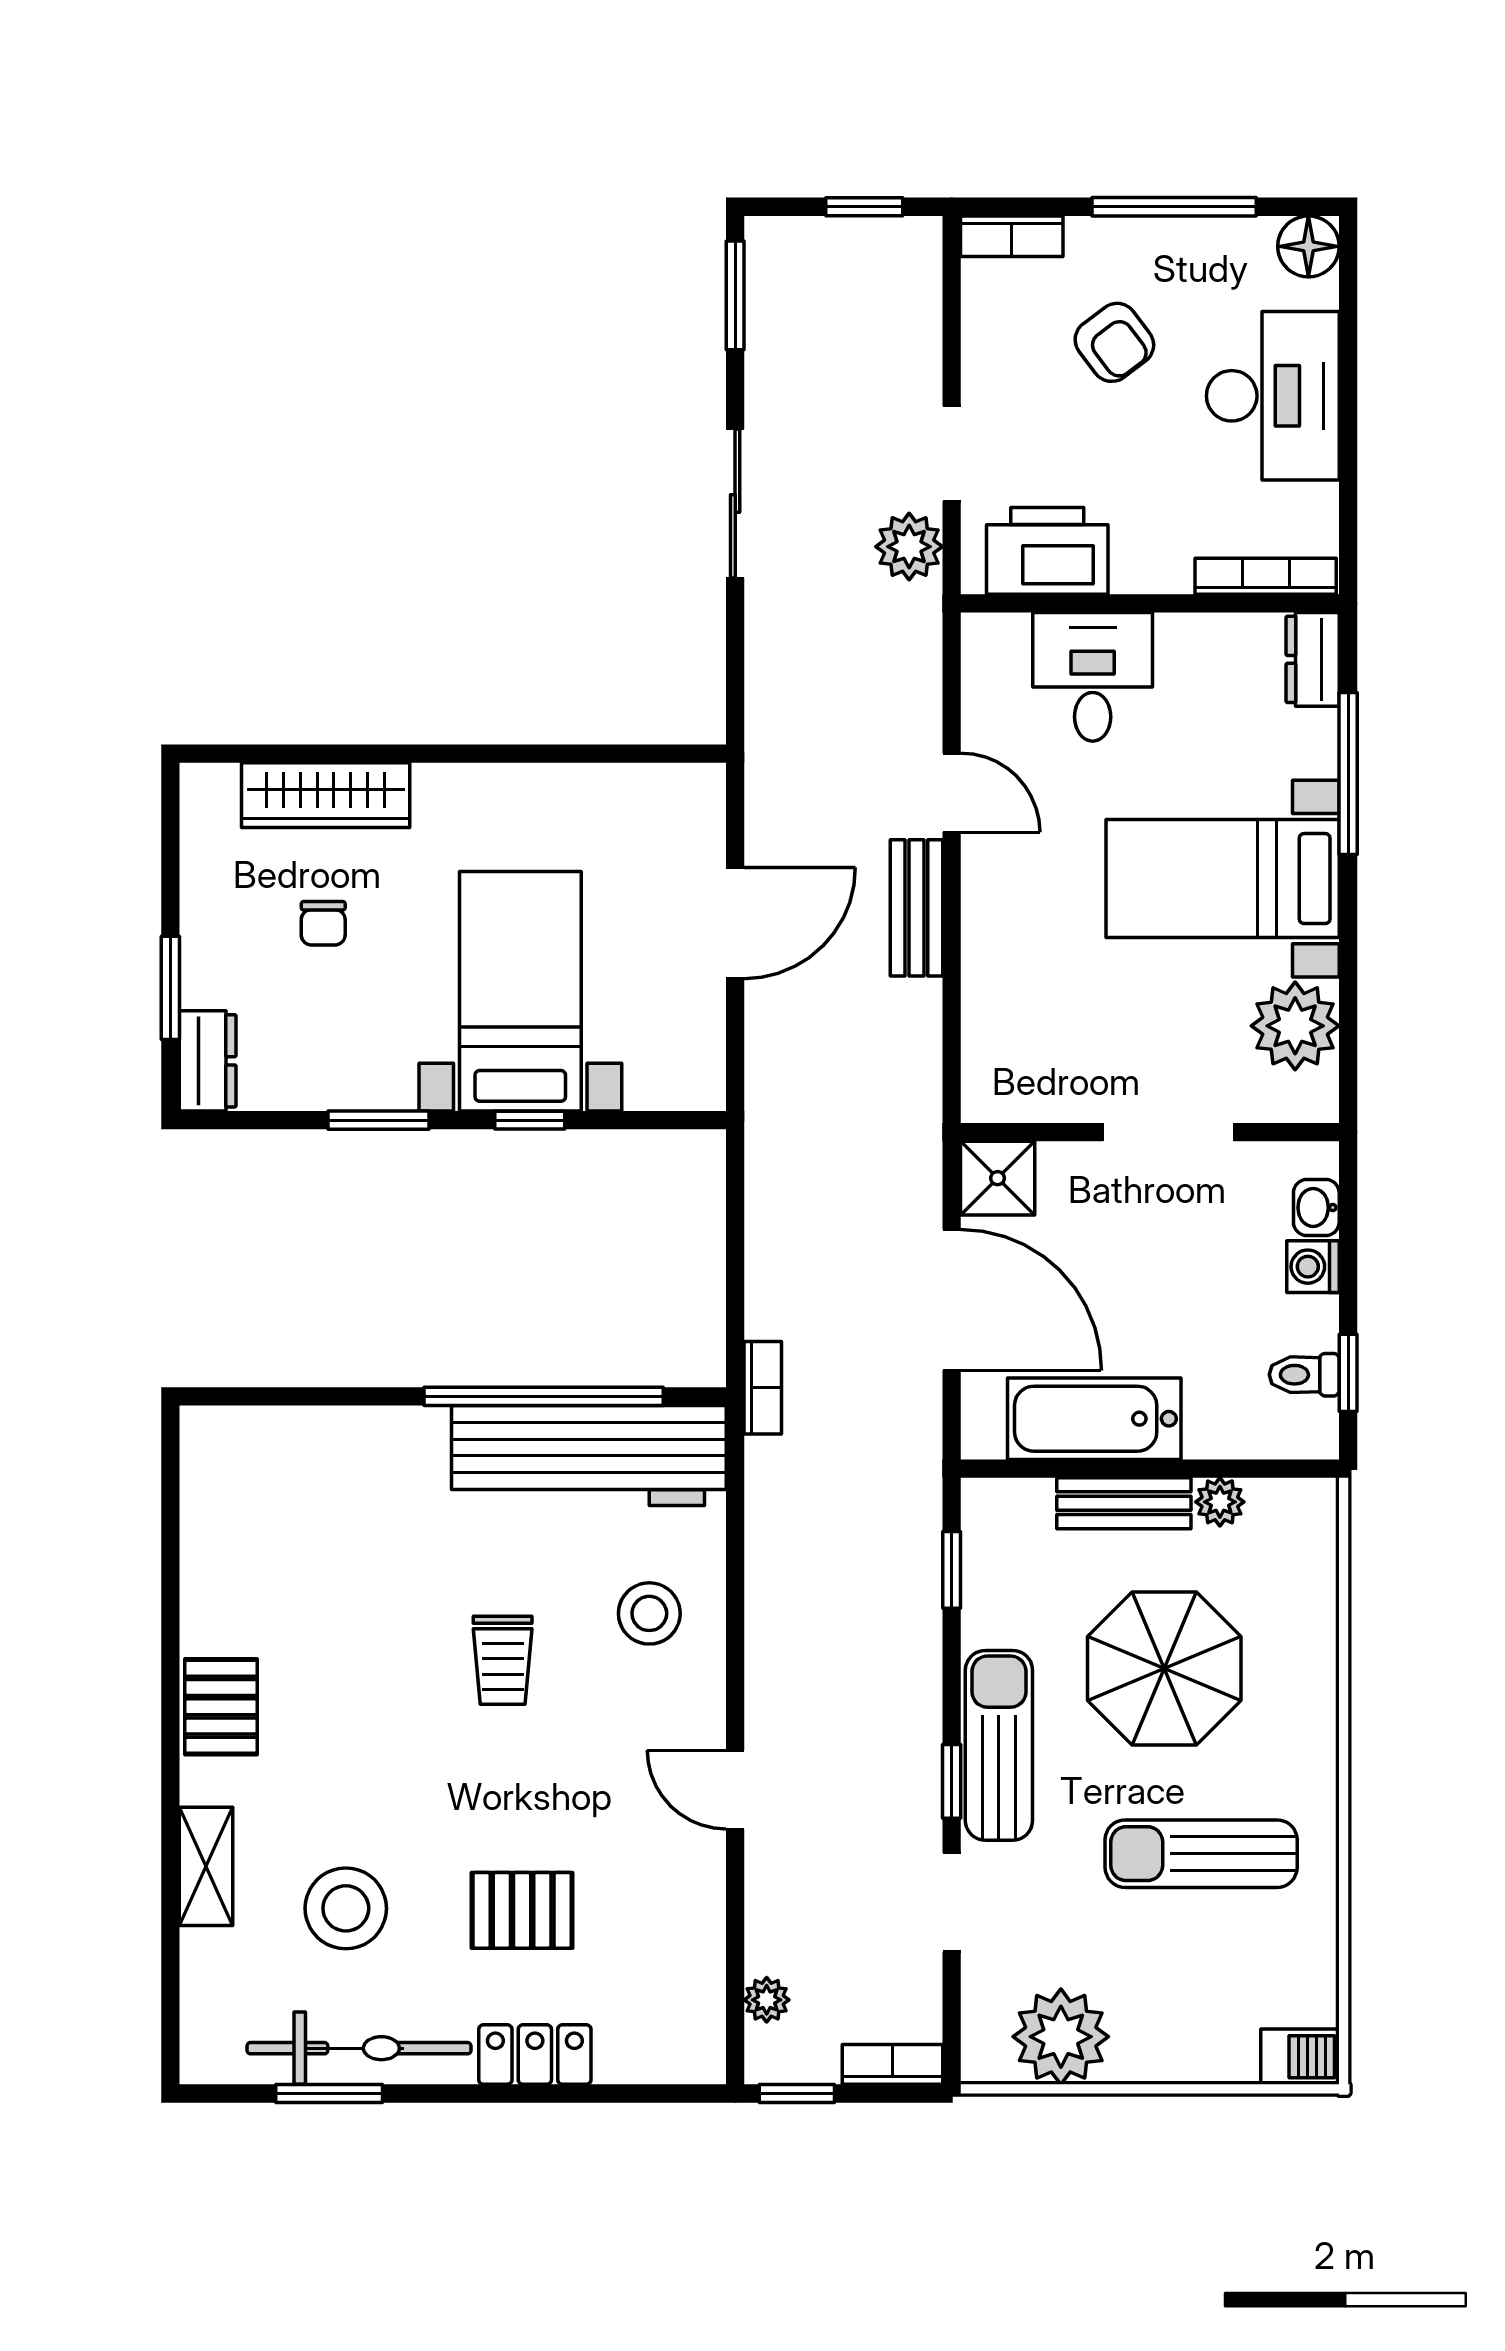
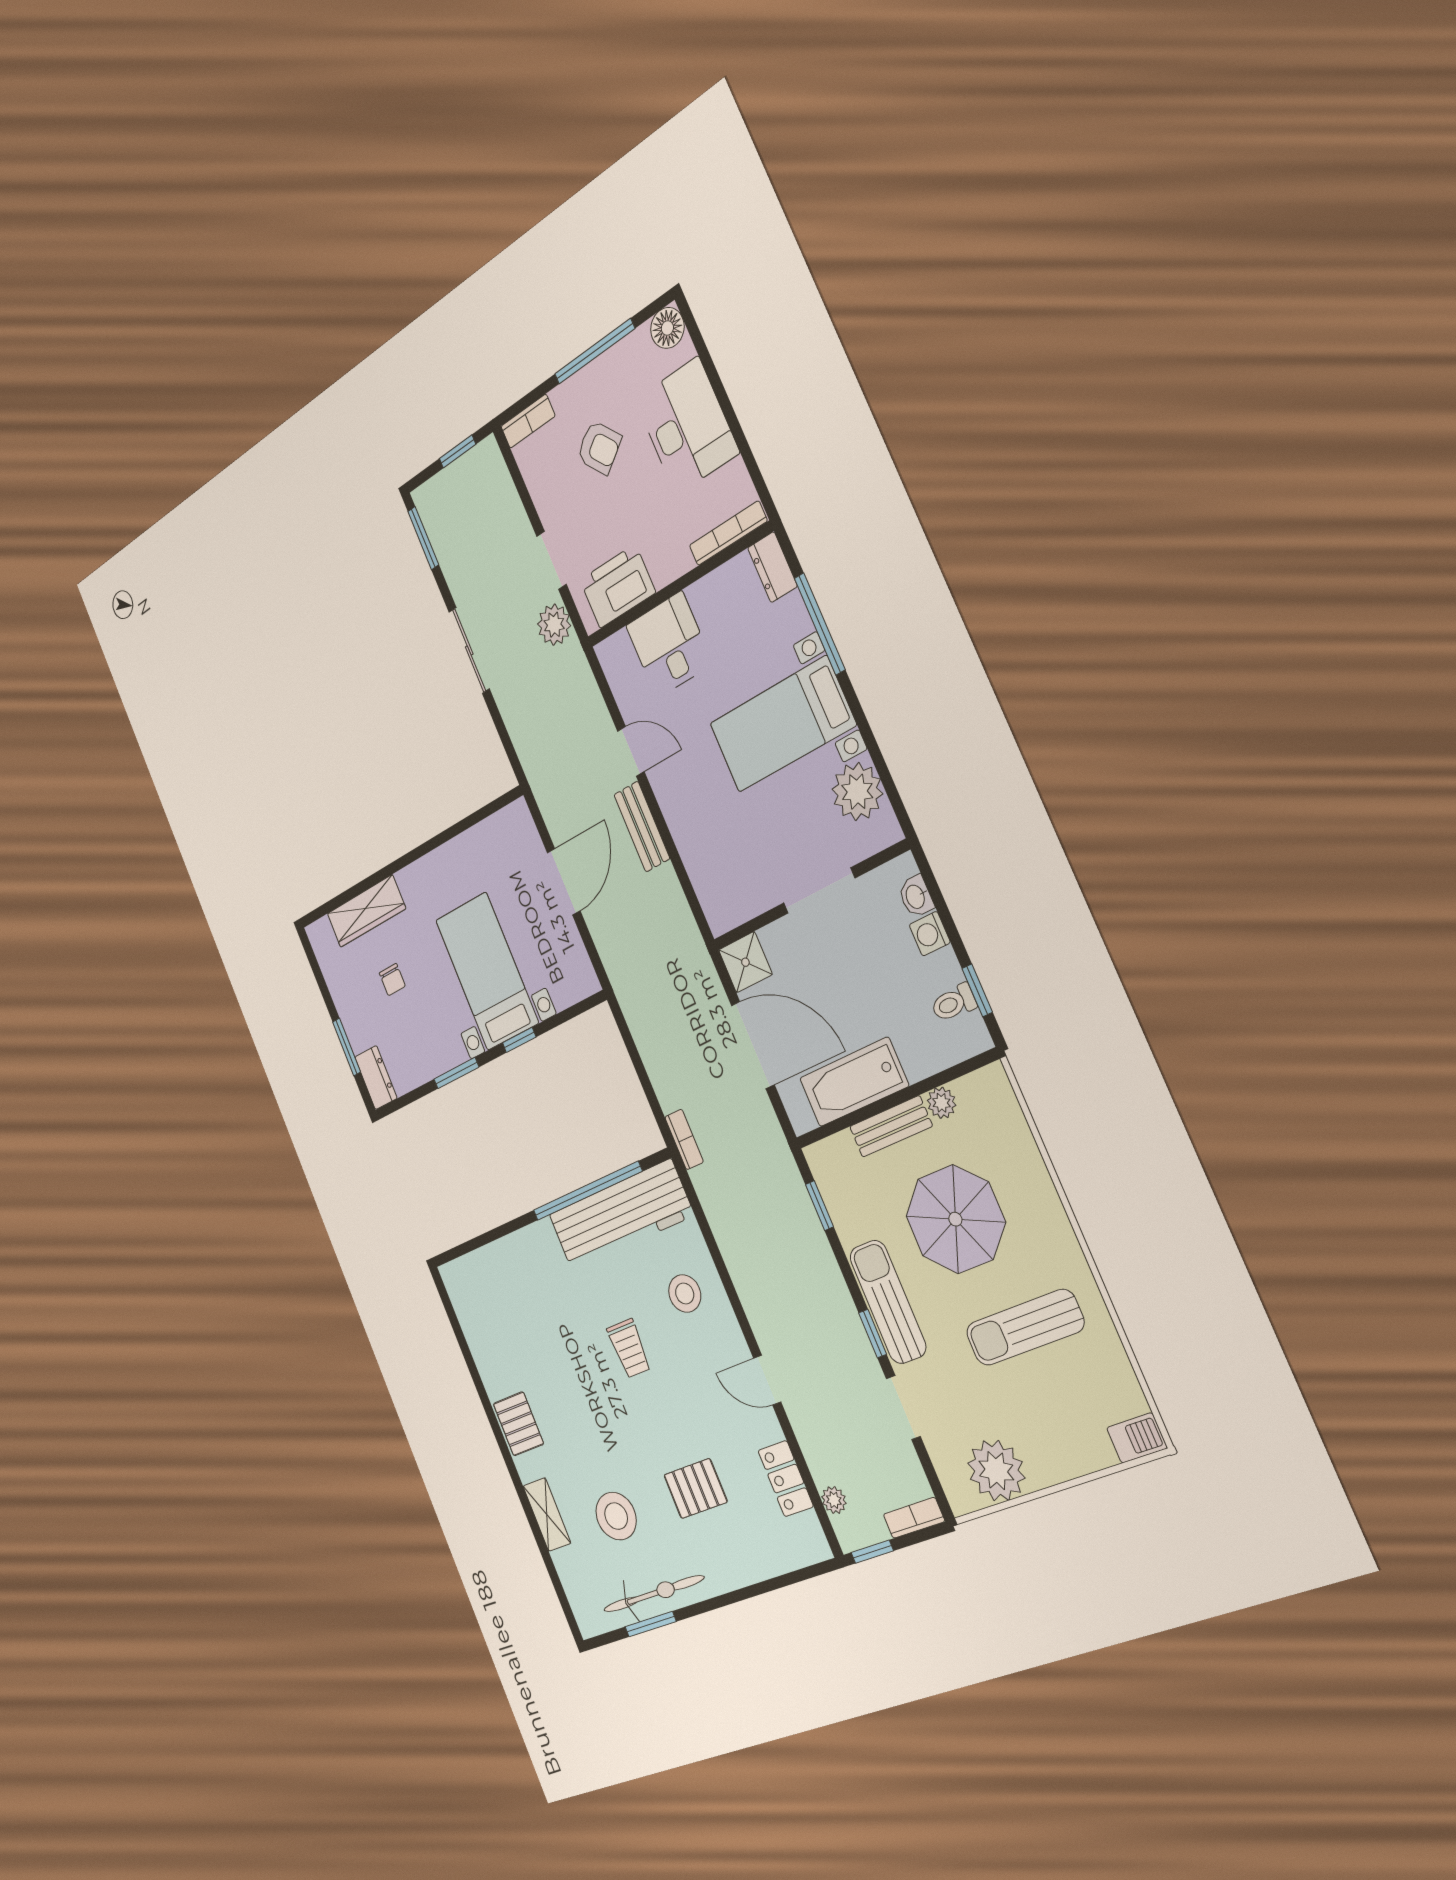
locker: (535, 2055) -> (786, 1479), moved, turned -90

